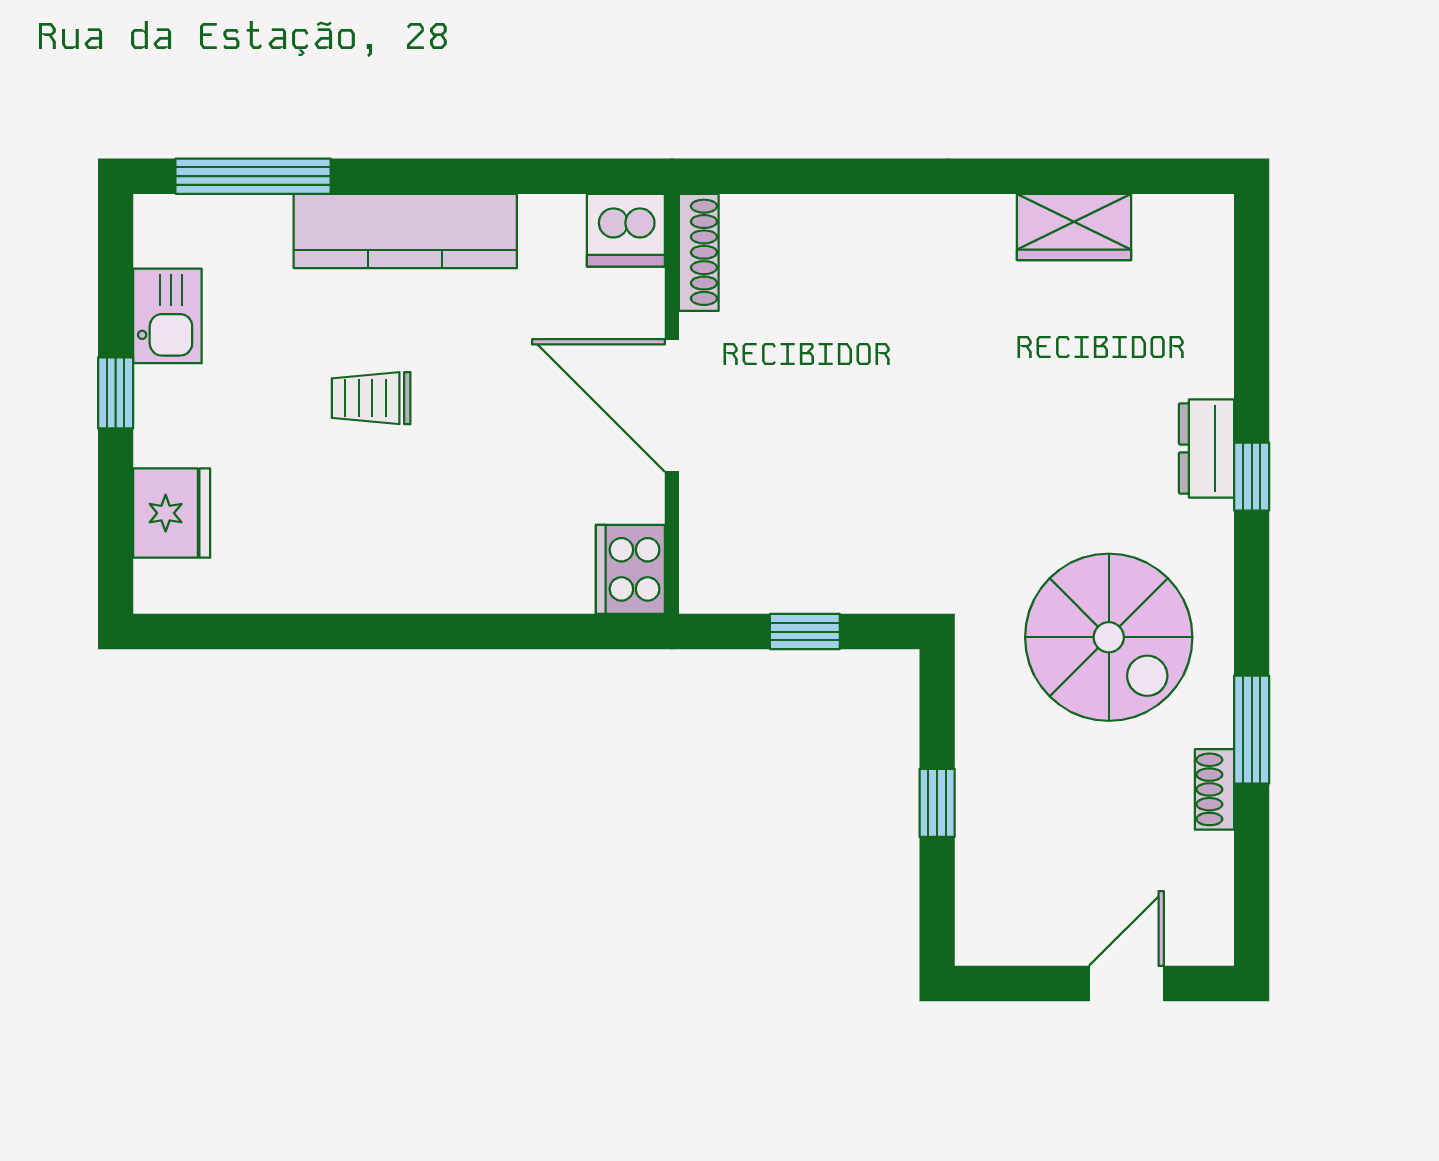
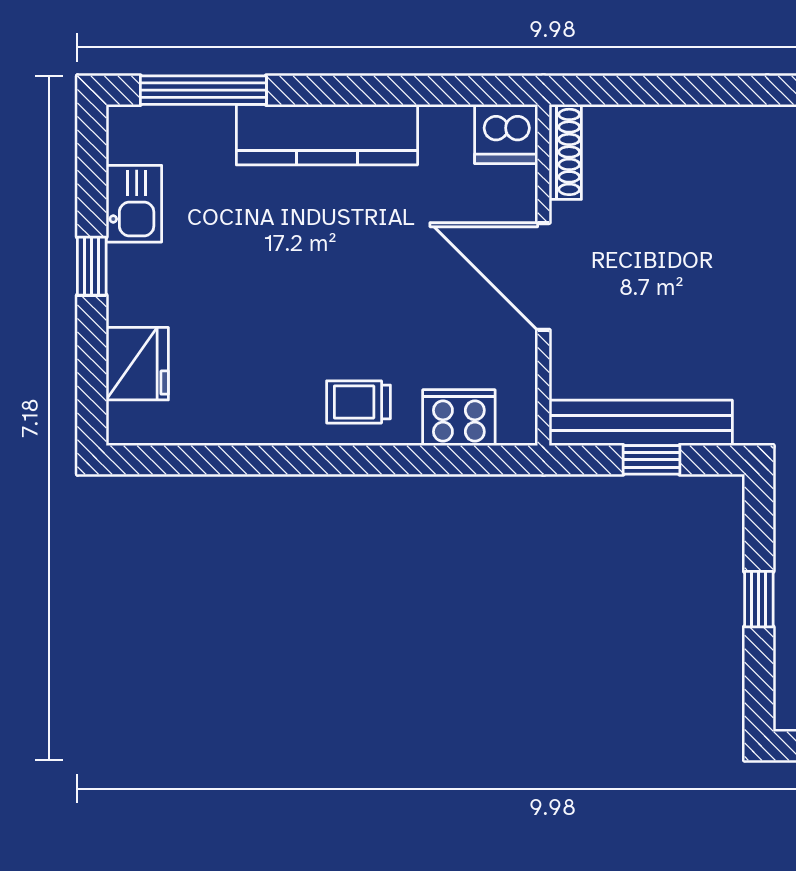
trolley: (371, 398) -> (359, 402), moved
cooker: (630, 569) -> (459, 418), moved, turned 90
bench: (792, 586) -> (641, 423), added

